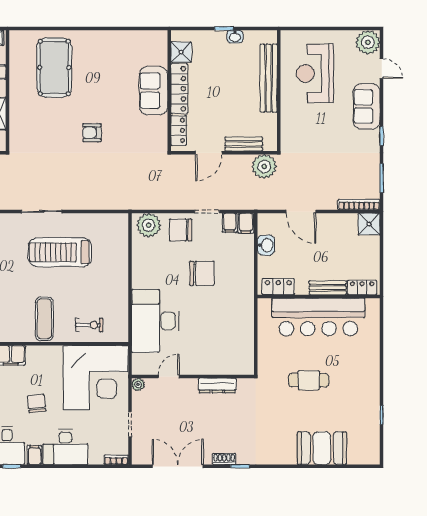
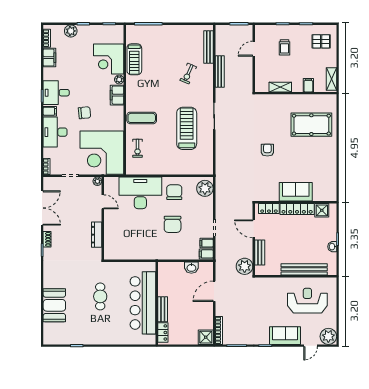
chair: (180, 230) -> (174, 192), moved
locker: (278, 287) -> (163, 276), removed

